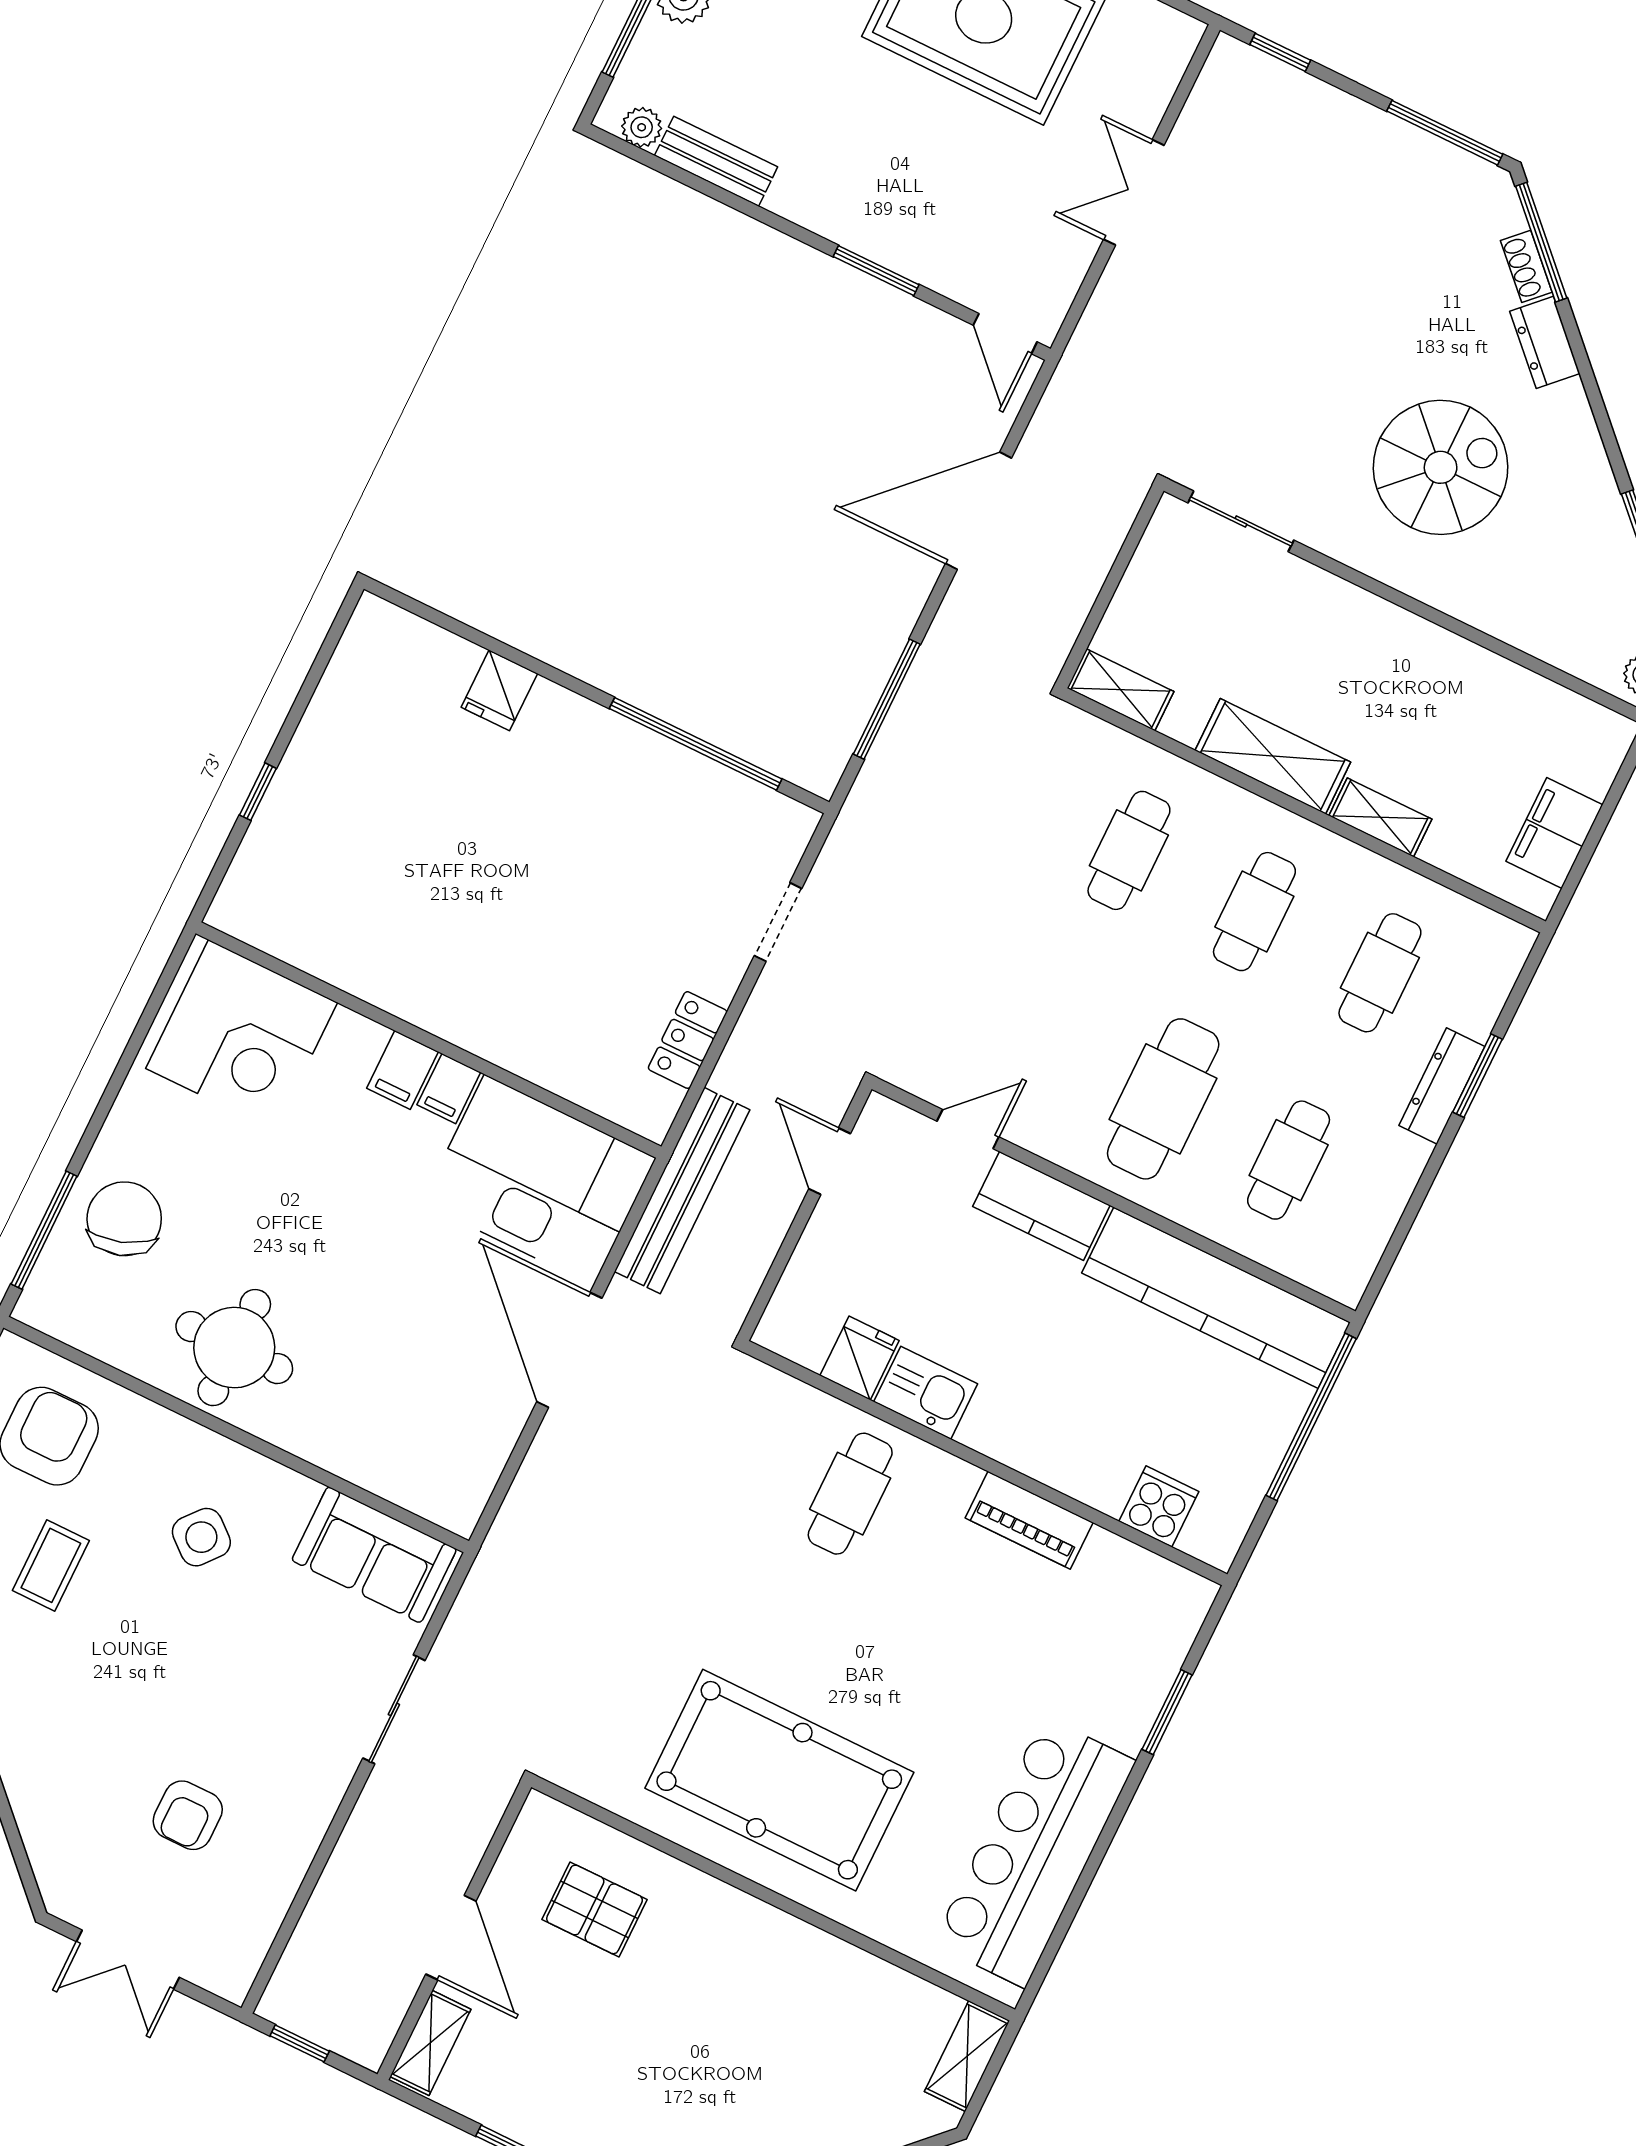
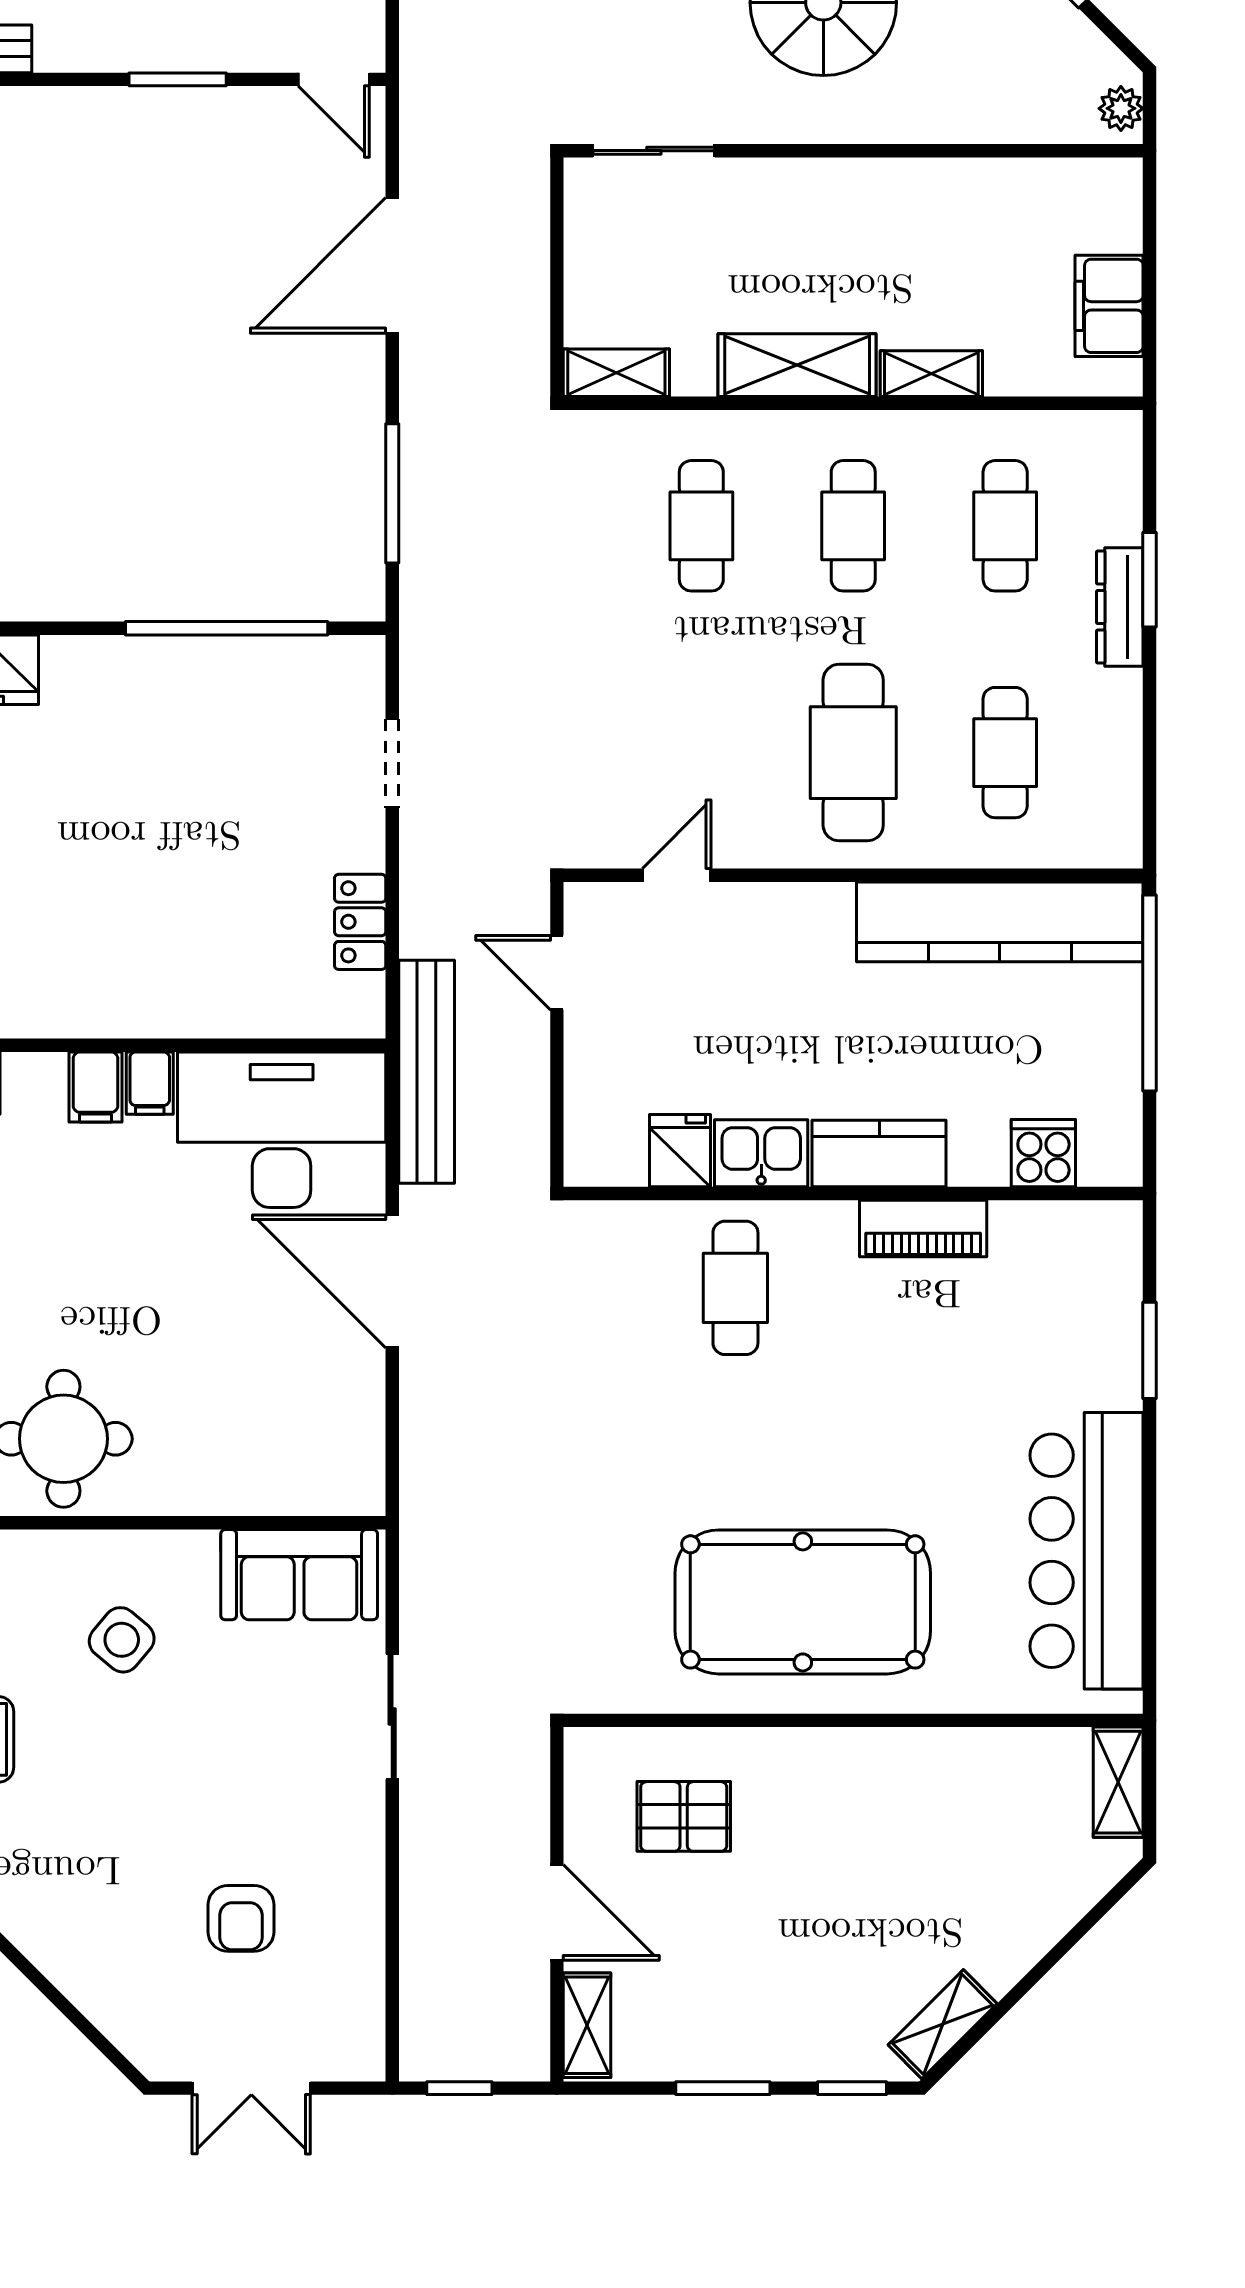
kitchen counter: (1041, 1206) -> (879, 1153), moved, turned 180

